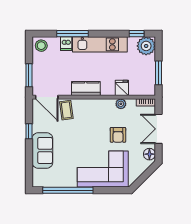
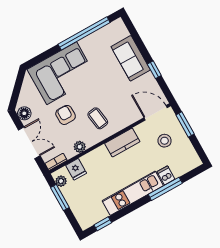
stool: (41, 46) -> (165, 141), moved
plant: (146, 46) -> (61, 181), moved, width x0.53, depth x0.53
fridge: (122, 88) -> (76, 169), moved
coffee table: (66, 110) -> (98, 118), moved

